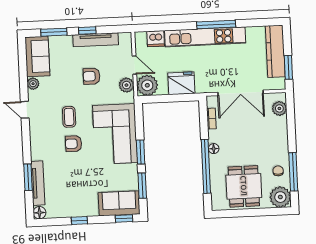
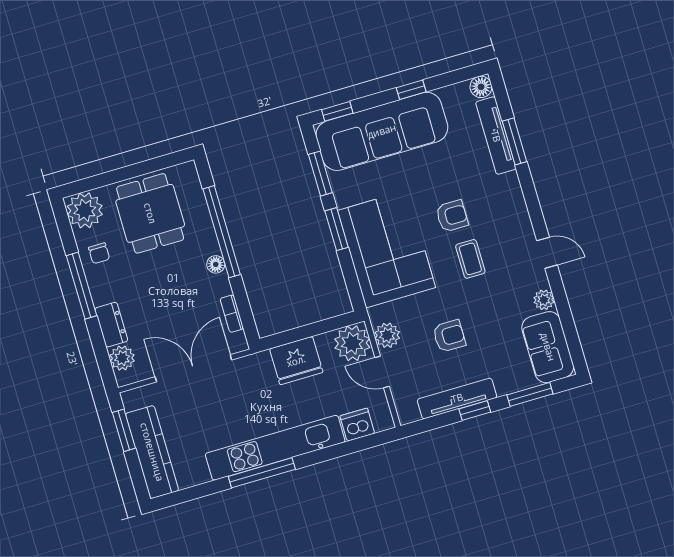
dresser: (281, 129) -> (111, 325), added
window: (293, 172) -> (82, 286), moved
sofa: (119, 203) -> (382, 131), width x1.85, depth x1.27

